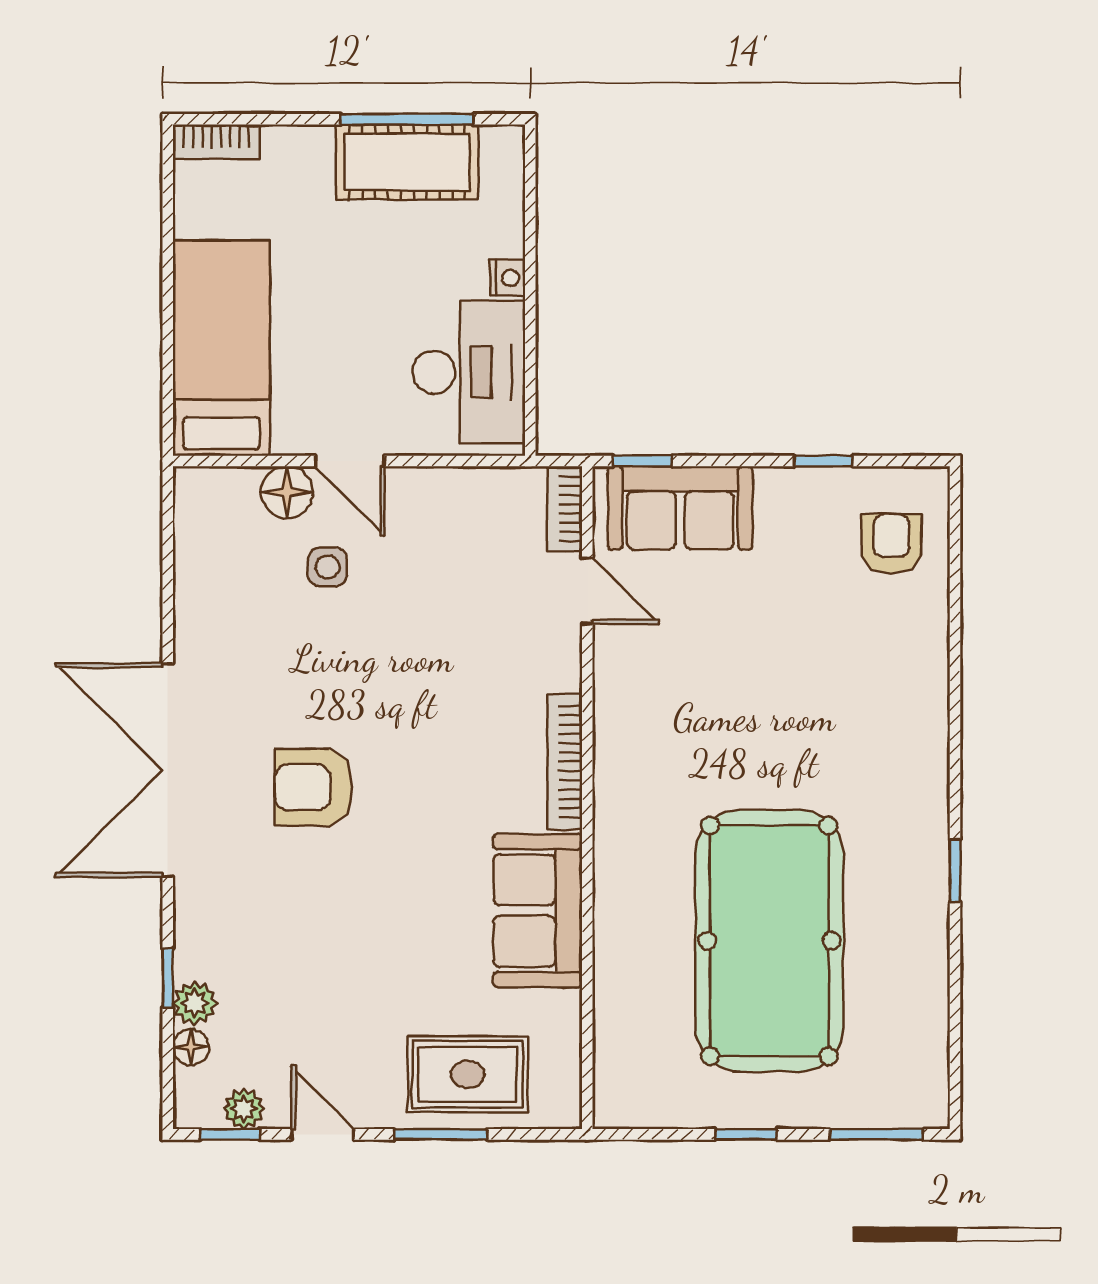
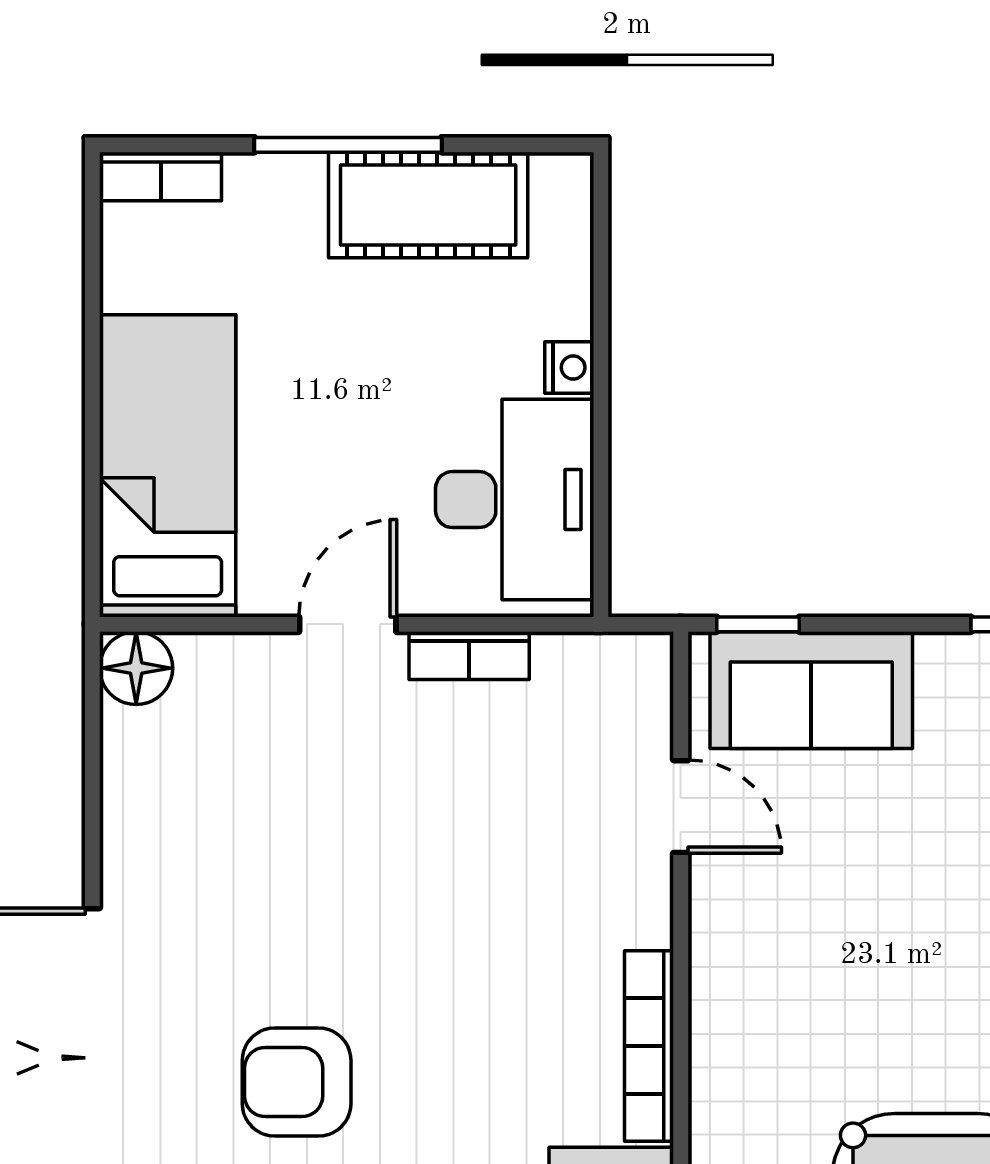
window: (407, 119) -> (348, 145), moved
door: (350, 461) -> (348, 624), swing flipped
floor lamp: (287, 492) -> (136, 668), moved
bookcase: (565, 509) -> (469, 656), moved, turned -90
side table: (328, 567) -> (316, 773), removed

